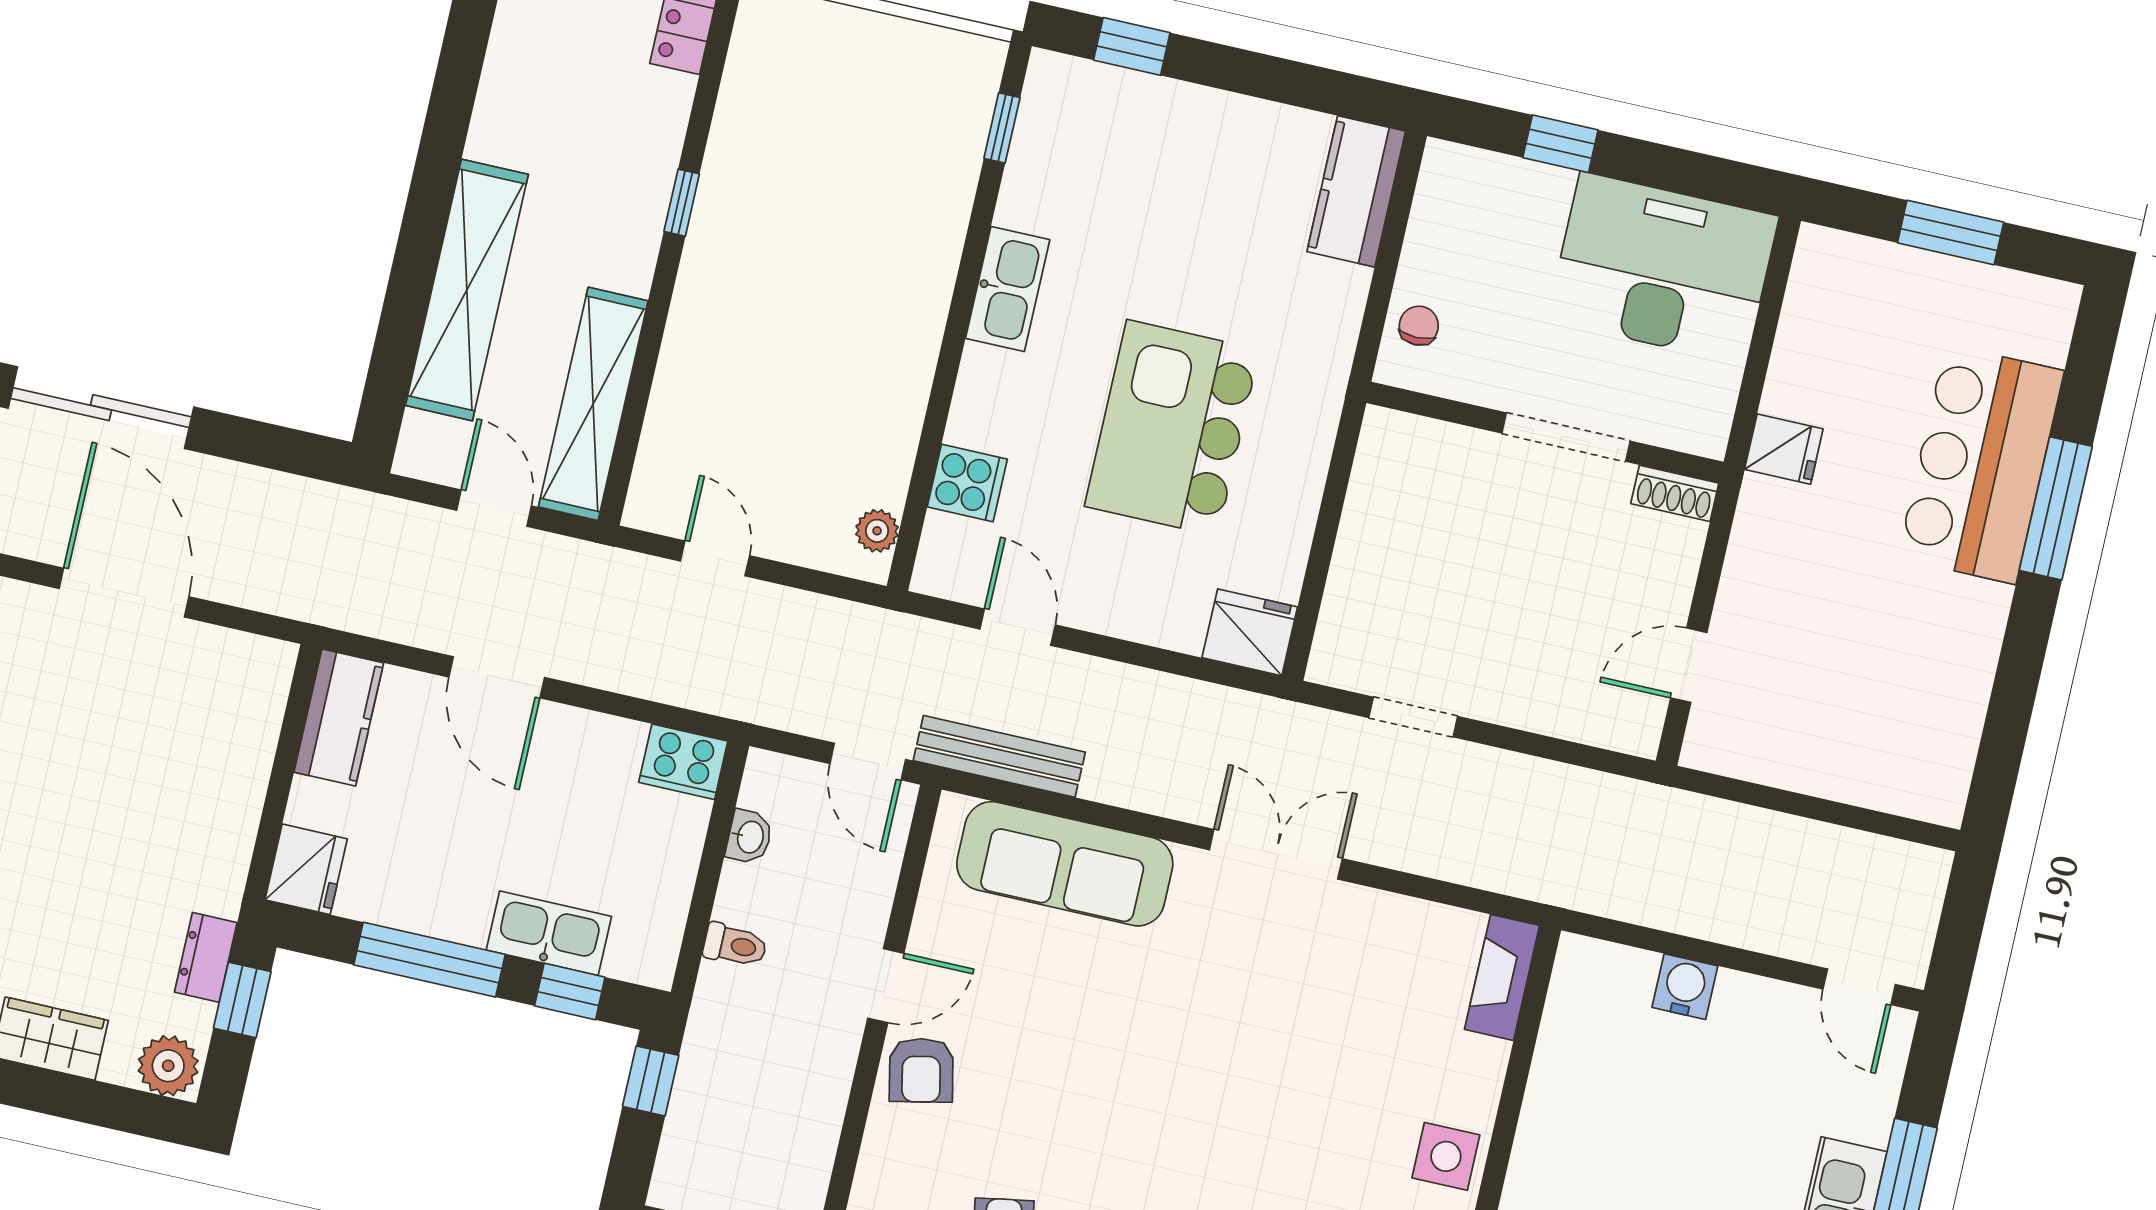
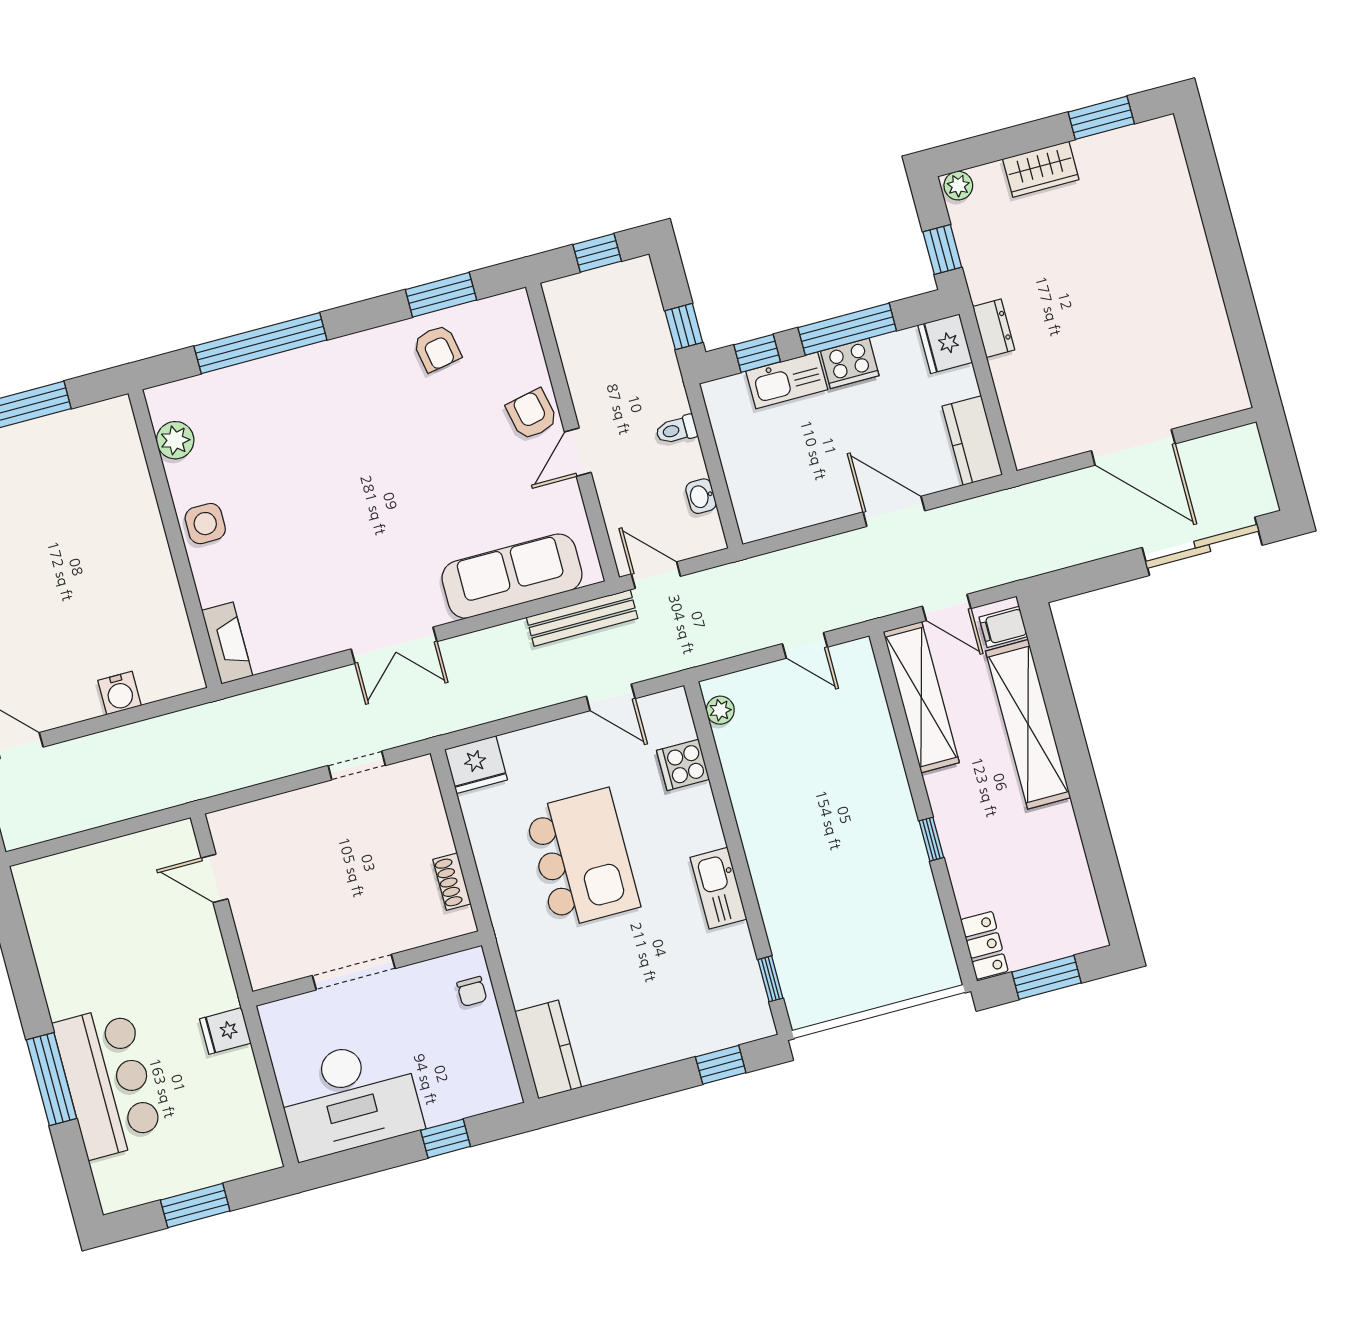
filing cabinet: (431, 441) -> (1003, 627), added
shoe rack: (1675, 493) -> (452, 882), moved, turned -90
door: (1689, 665) -> (214, 878), swing flipped
cooker: (683, 762) -> (850, 363), moved, turned 180
dresser: (206, 957) -> (994, 328), moved
plant: (168, 1066) -> (958, 186), width x0.73, depth x0.73

